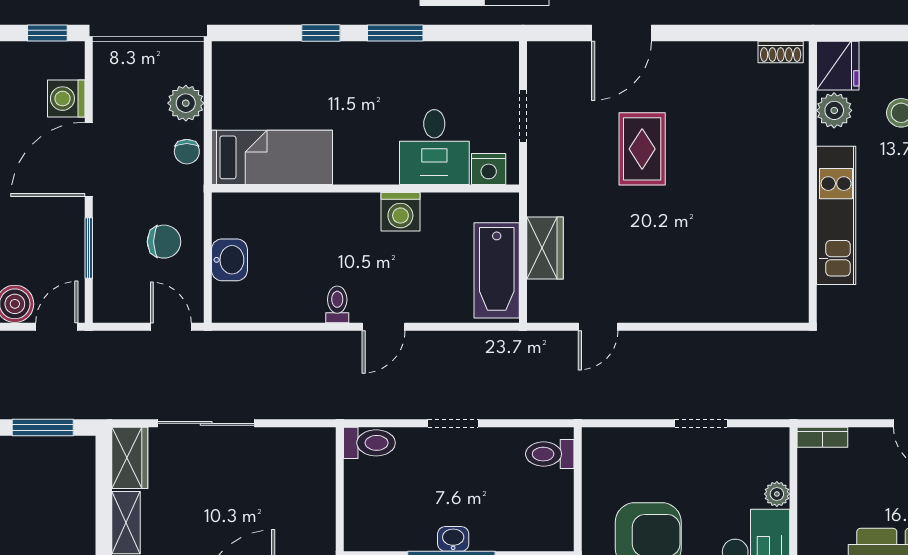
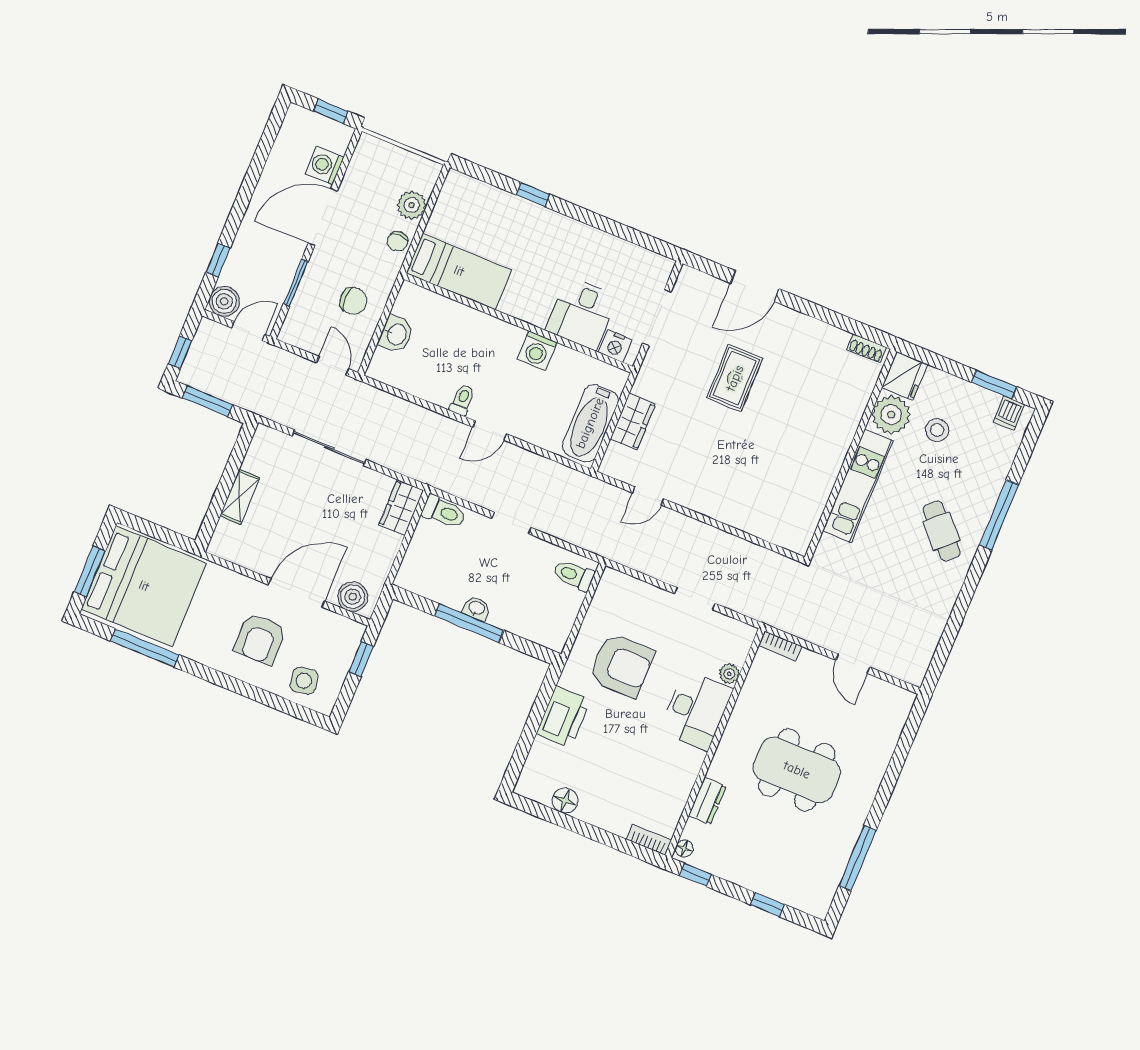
window: (395, 33) -> (588, 217), removed
plant: (834, 110) -> (891, 415), width x1.36, depth x1.36
doorway: (523, 116) -> (657, 318), width x1.38
wardrobe: (130, 458) -> (401, 507), moved, turned 180

